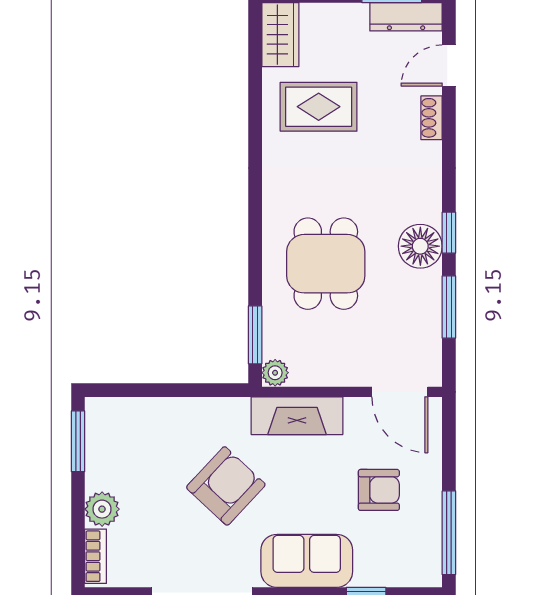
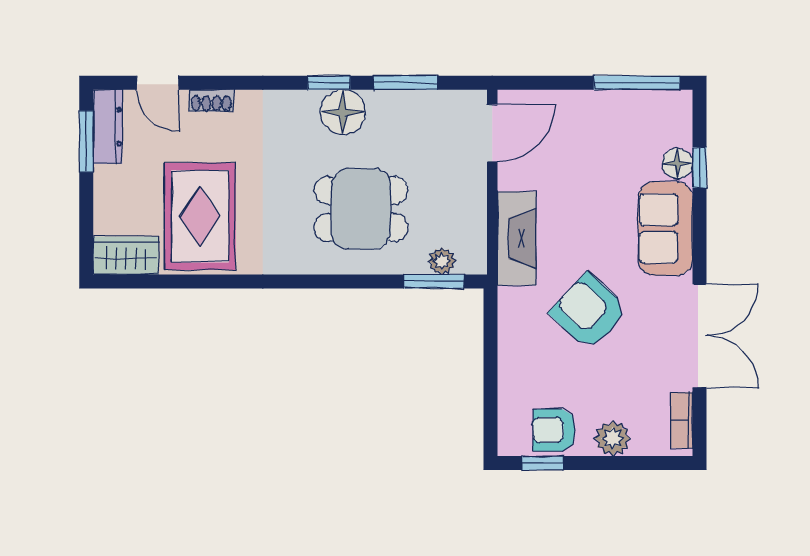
rug: (319, 107) -> (200, 216), width x1.36, depth x1.43
plant: (275, 373) -> (442, 261), moved
window: (78, 441) -> (543, 463), width x0.67
armchair: (379, 490) -> (554, 430), moved, turned -90
bookcase: (96, 556) -> (682, 420), moved, turned -90
floor lamp: (370, 572) -> (677, 163), added

